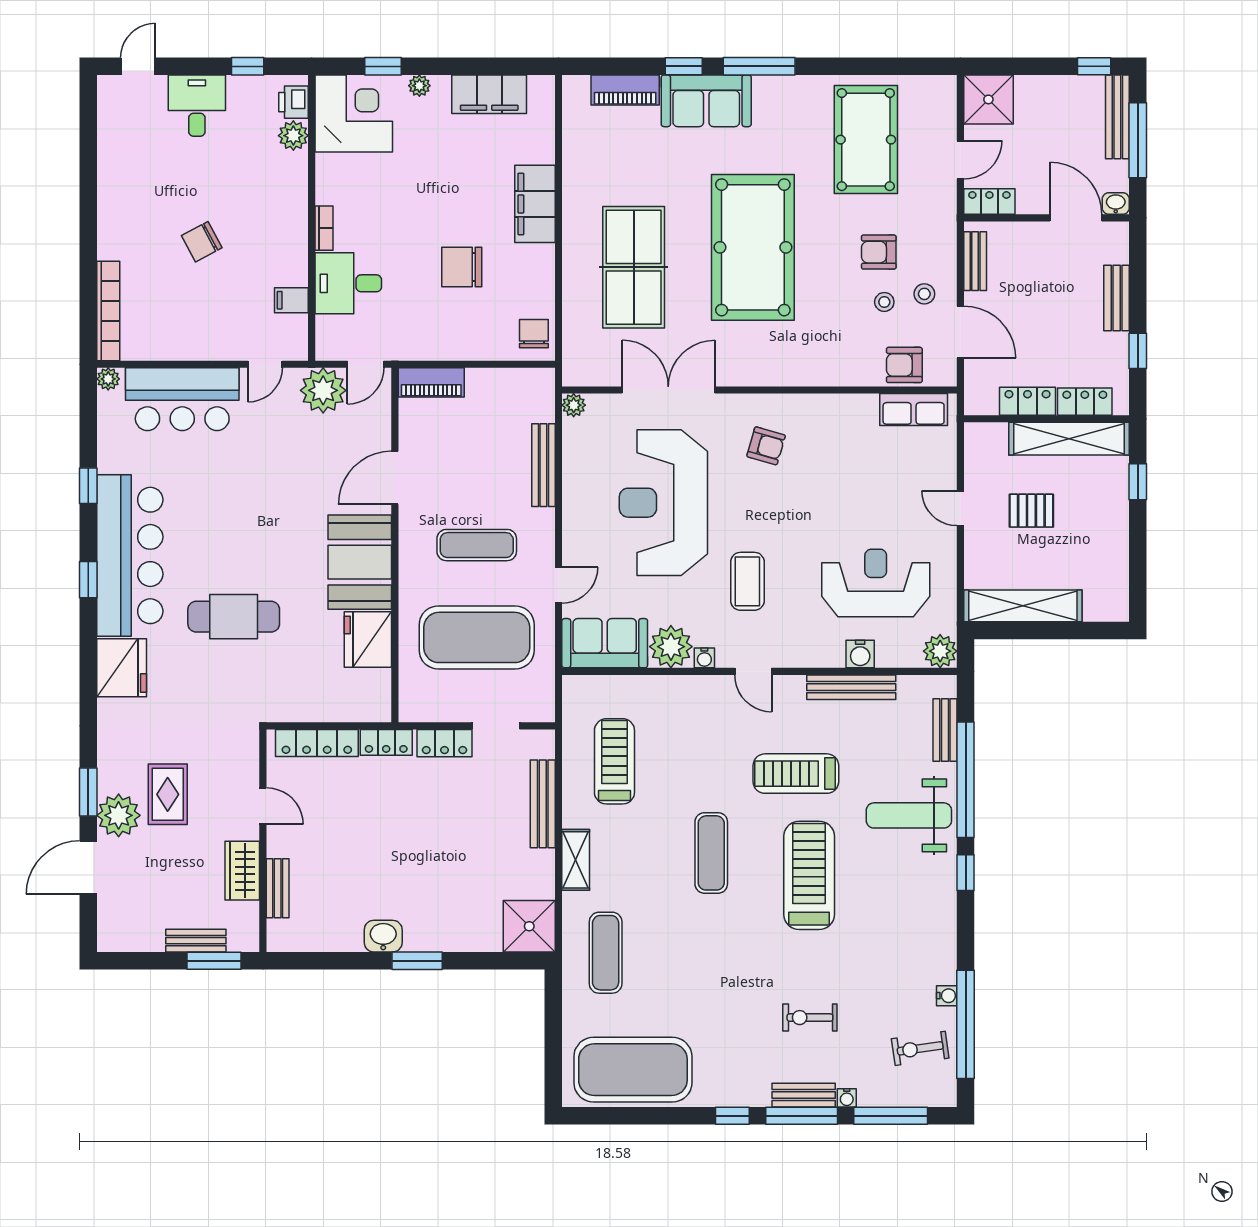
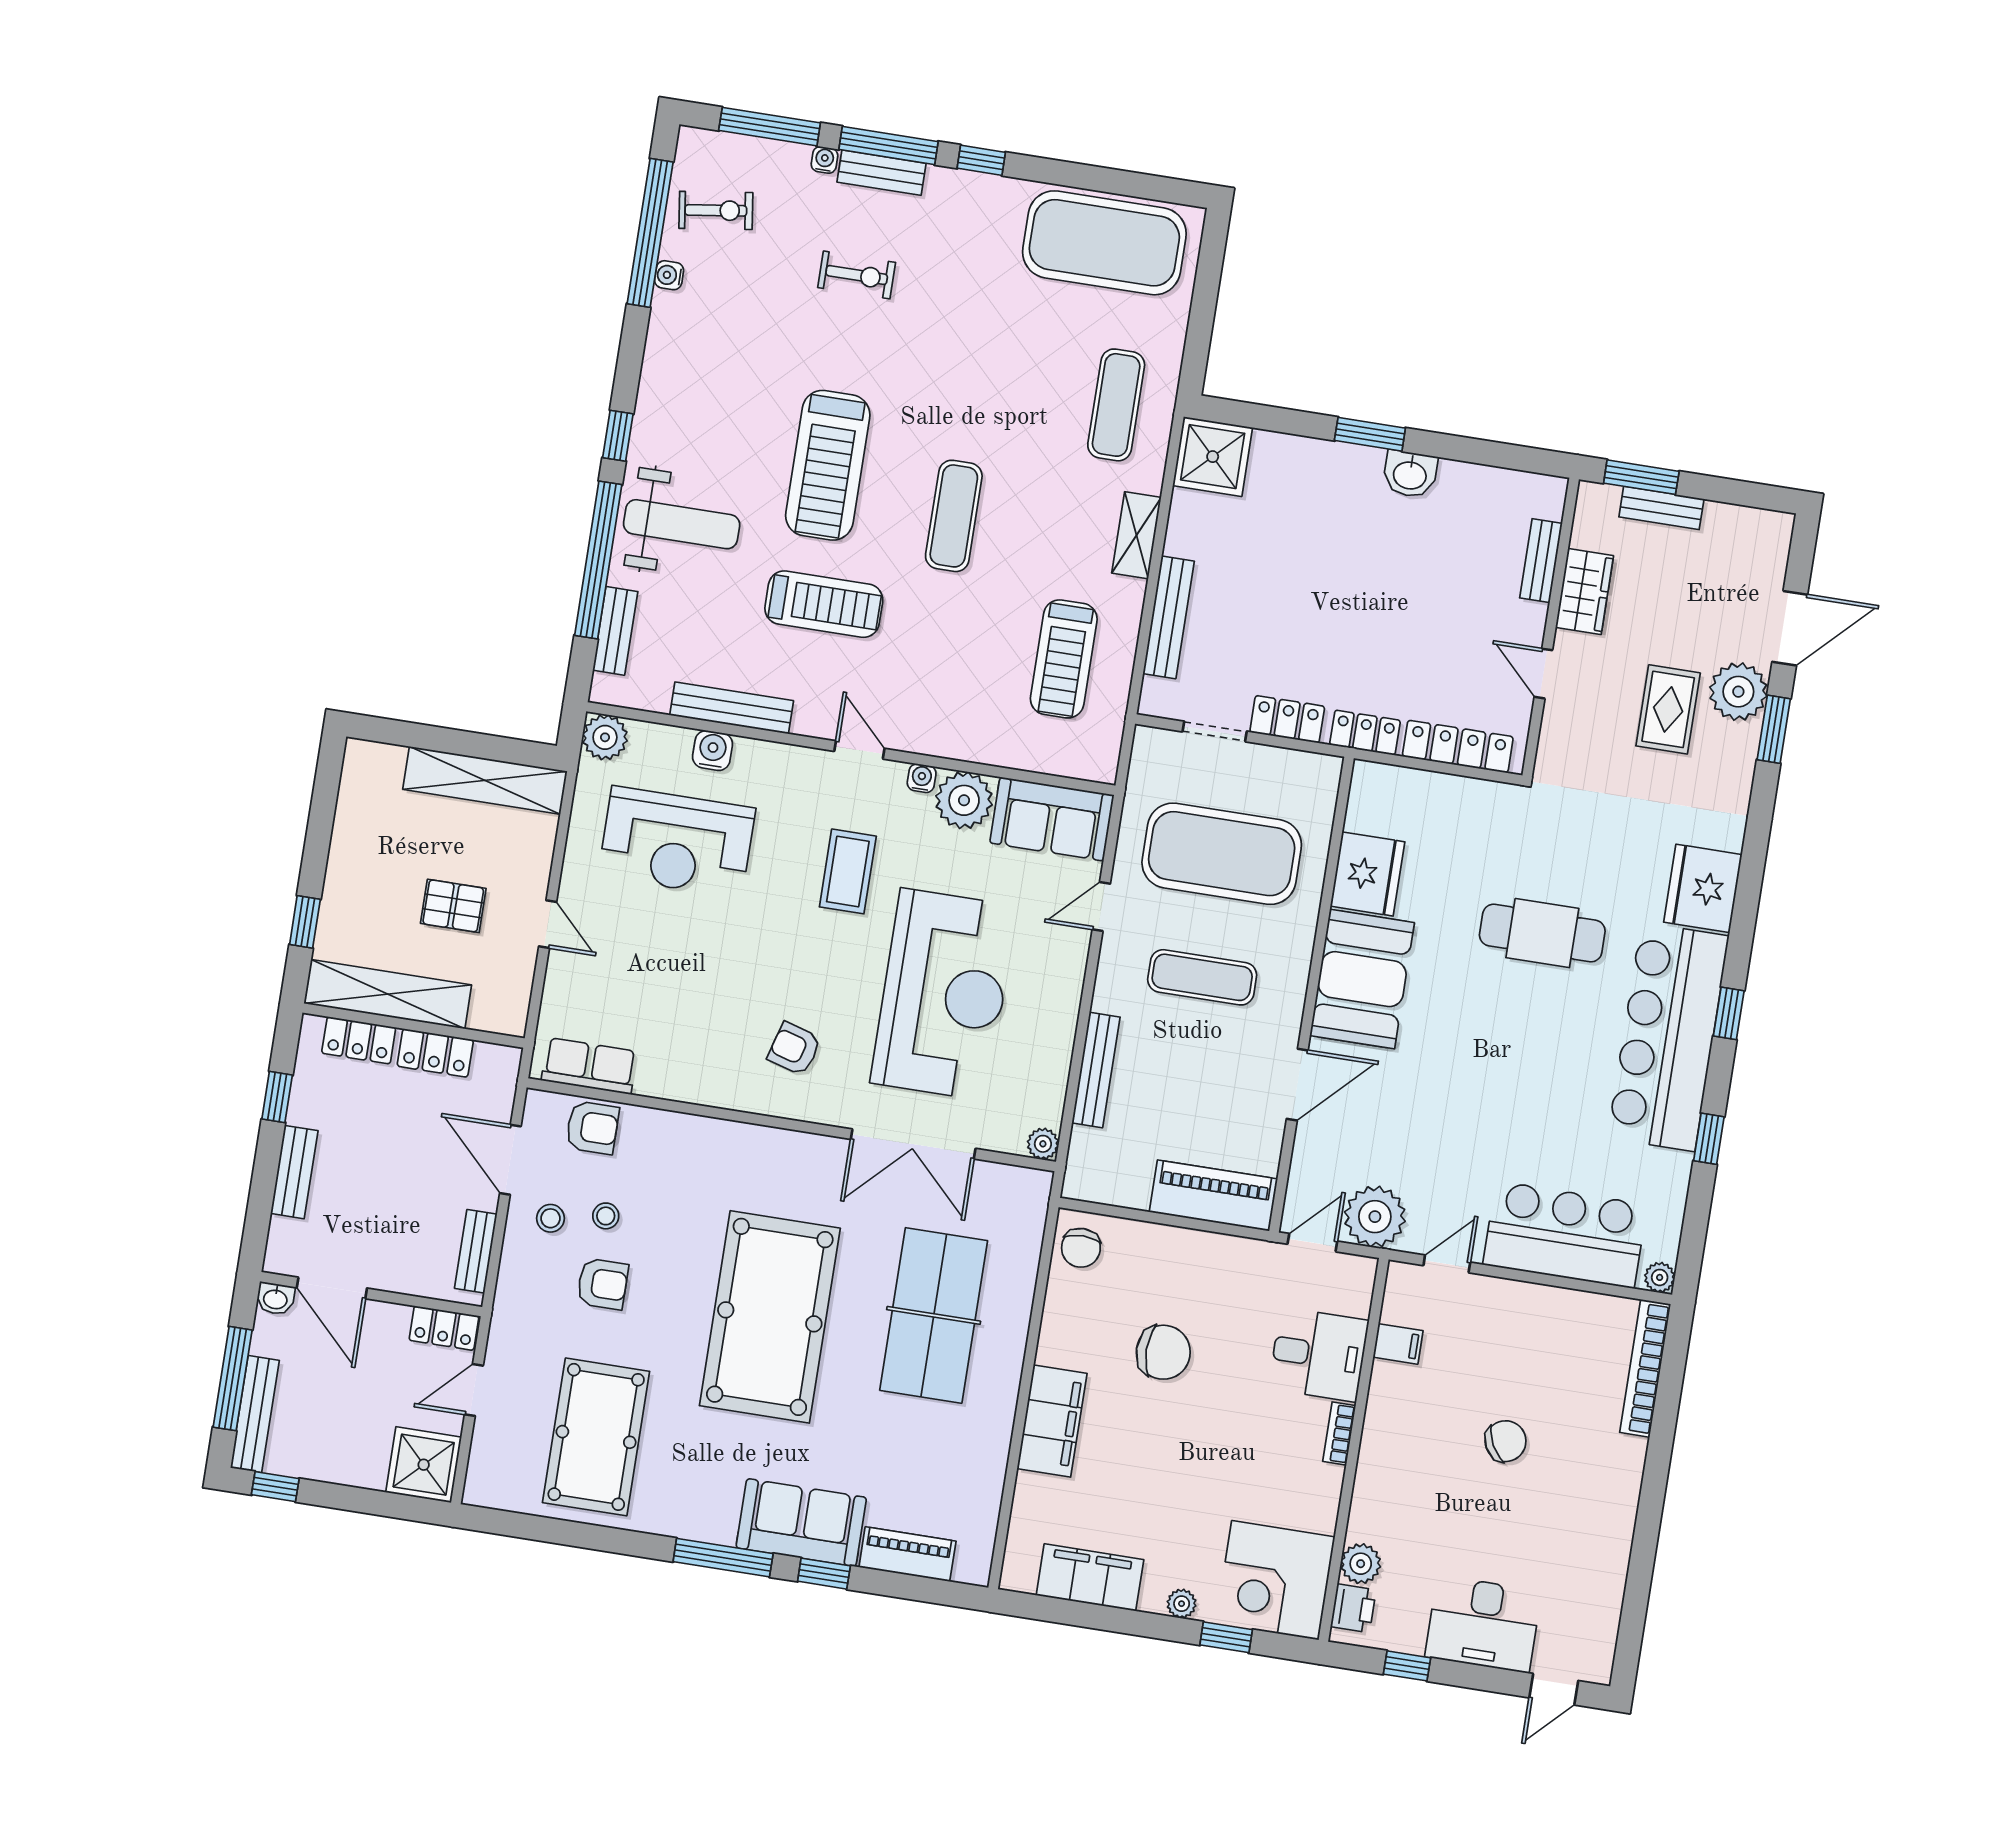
desk: (197, 106) -> (1483, 1624), width x1.37
piano: (431, 382) -> (1213, 1195), width x1.37, depth x1.33

